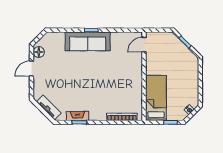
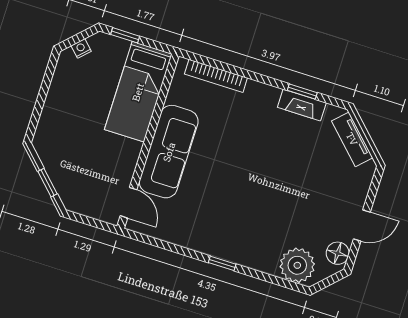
plant: (56, 40) -> (297, 265), added
sofa: (88, 41) -> (169, 152), moved, turned 90
door: (144, 45) -> (129, 203), hinge flipped

